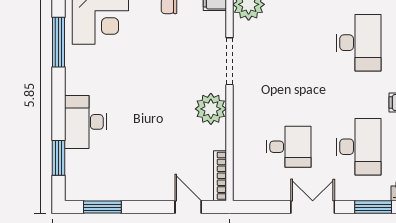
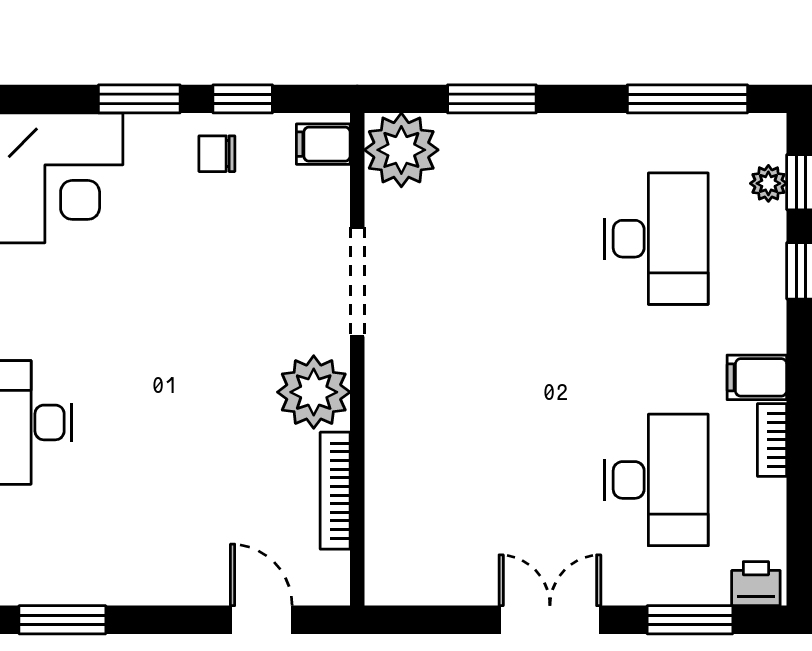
desk: (289, 147) -> (494, 480), removed
bookcase: (220, 176) -> (335, 491), moved

